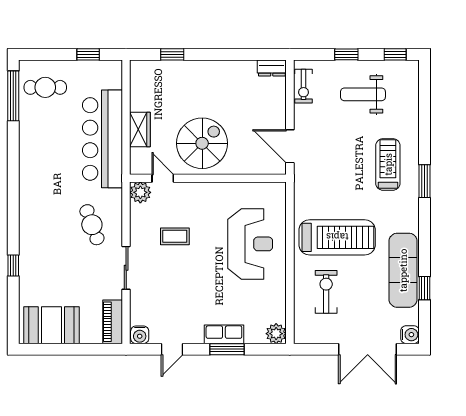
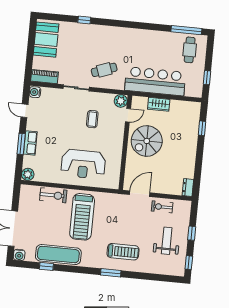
exercise bike: (304, 86) -> (162, 207), moved
spiral stairs: (202, 143) -> (147, 141), turned 90
exercise bike: (326, 292) -> (53, 195), moved

